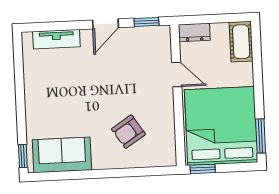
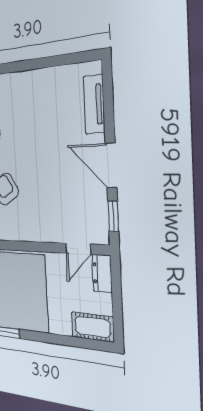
door: (105, 24) -> (111, 165), width x1.38
door: (177, 74) -> (78, 249), moved

